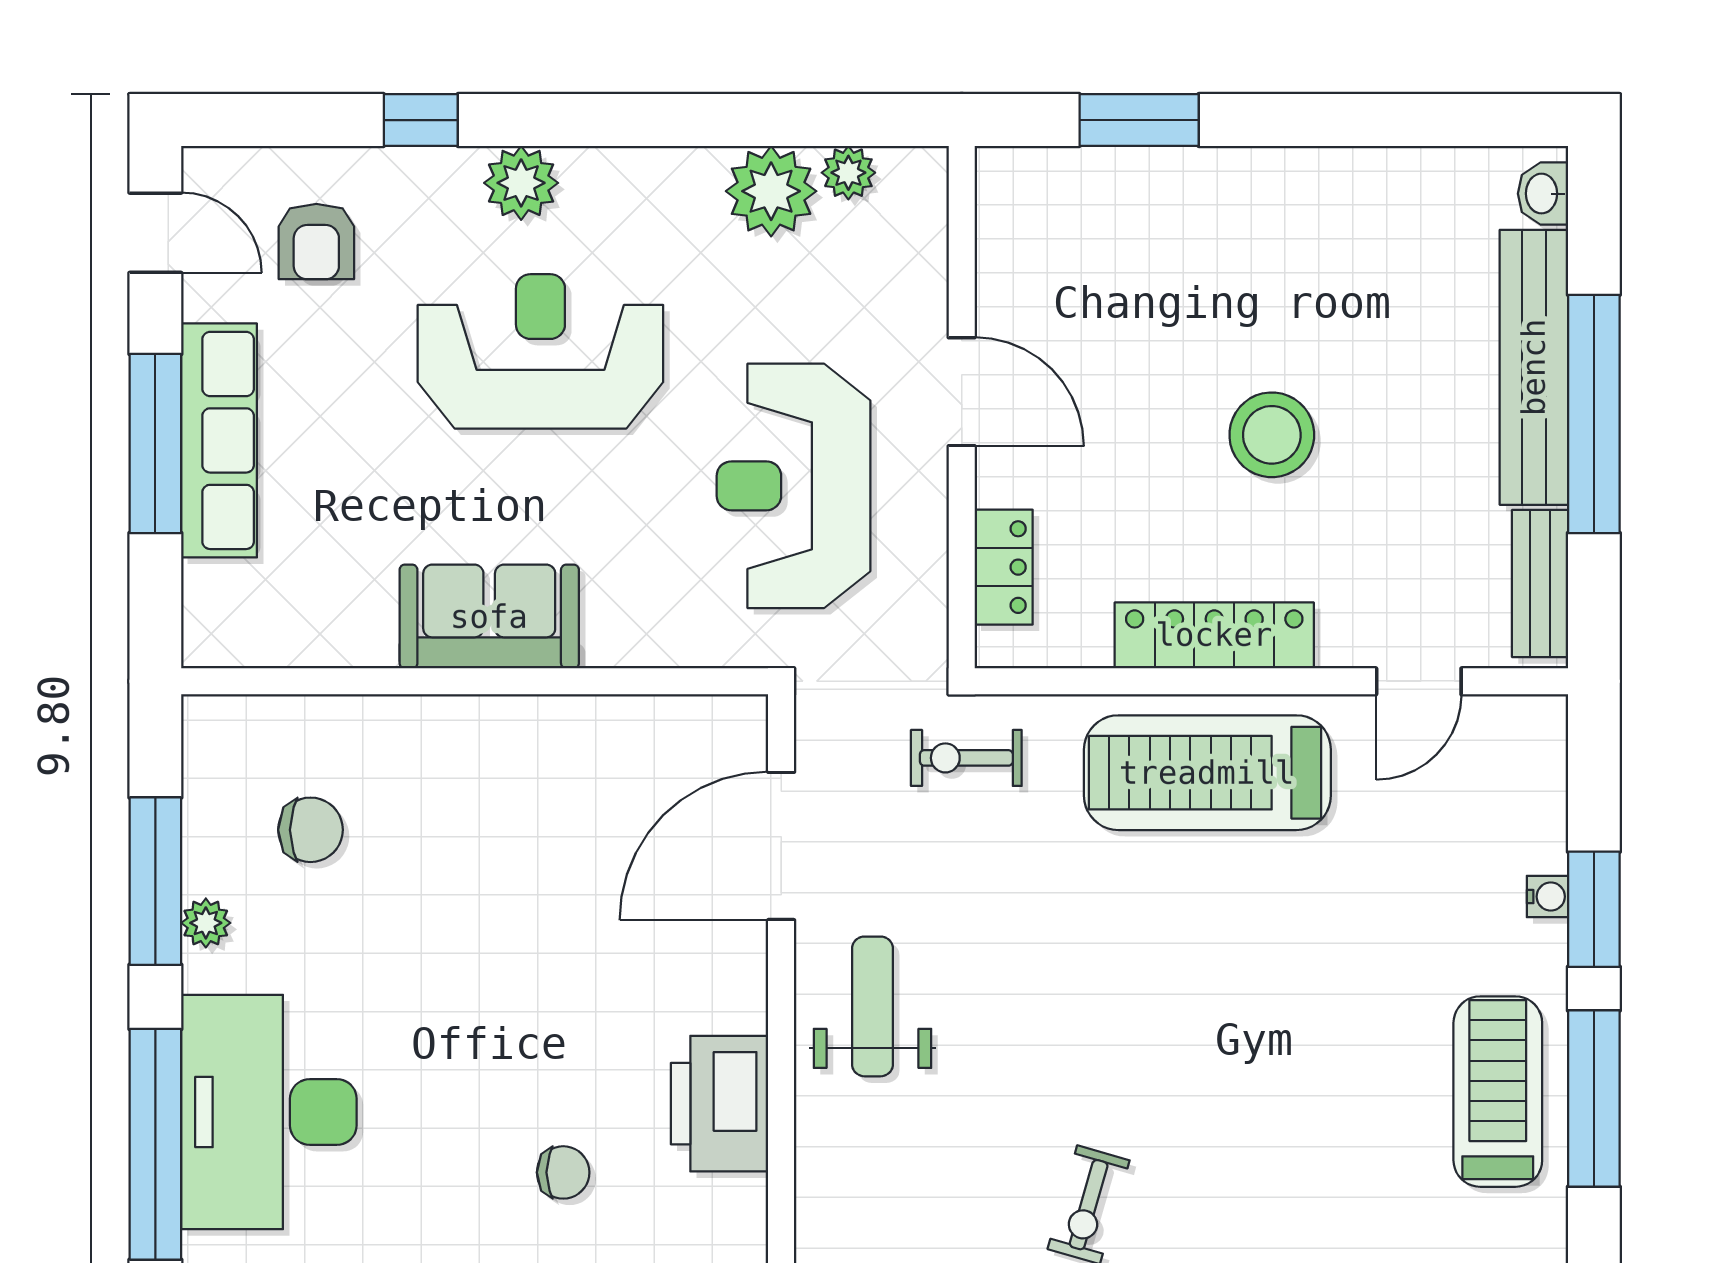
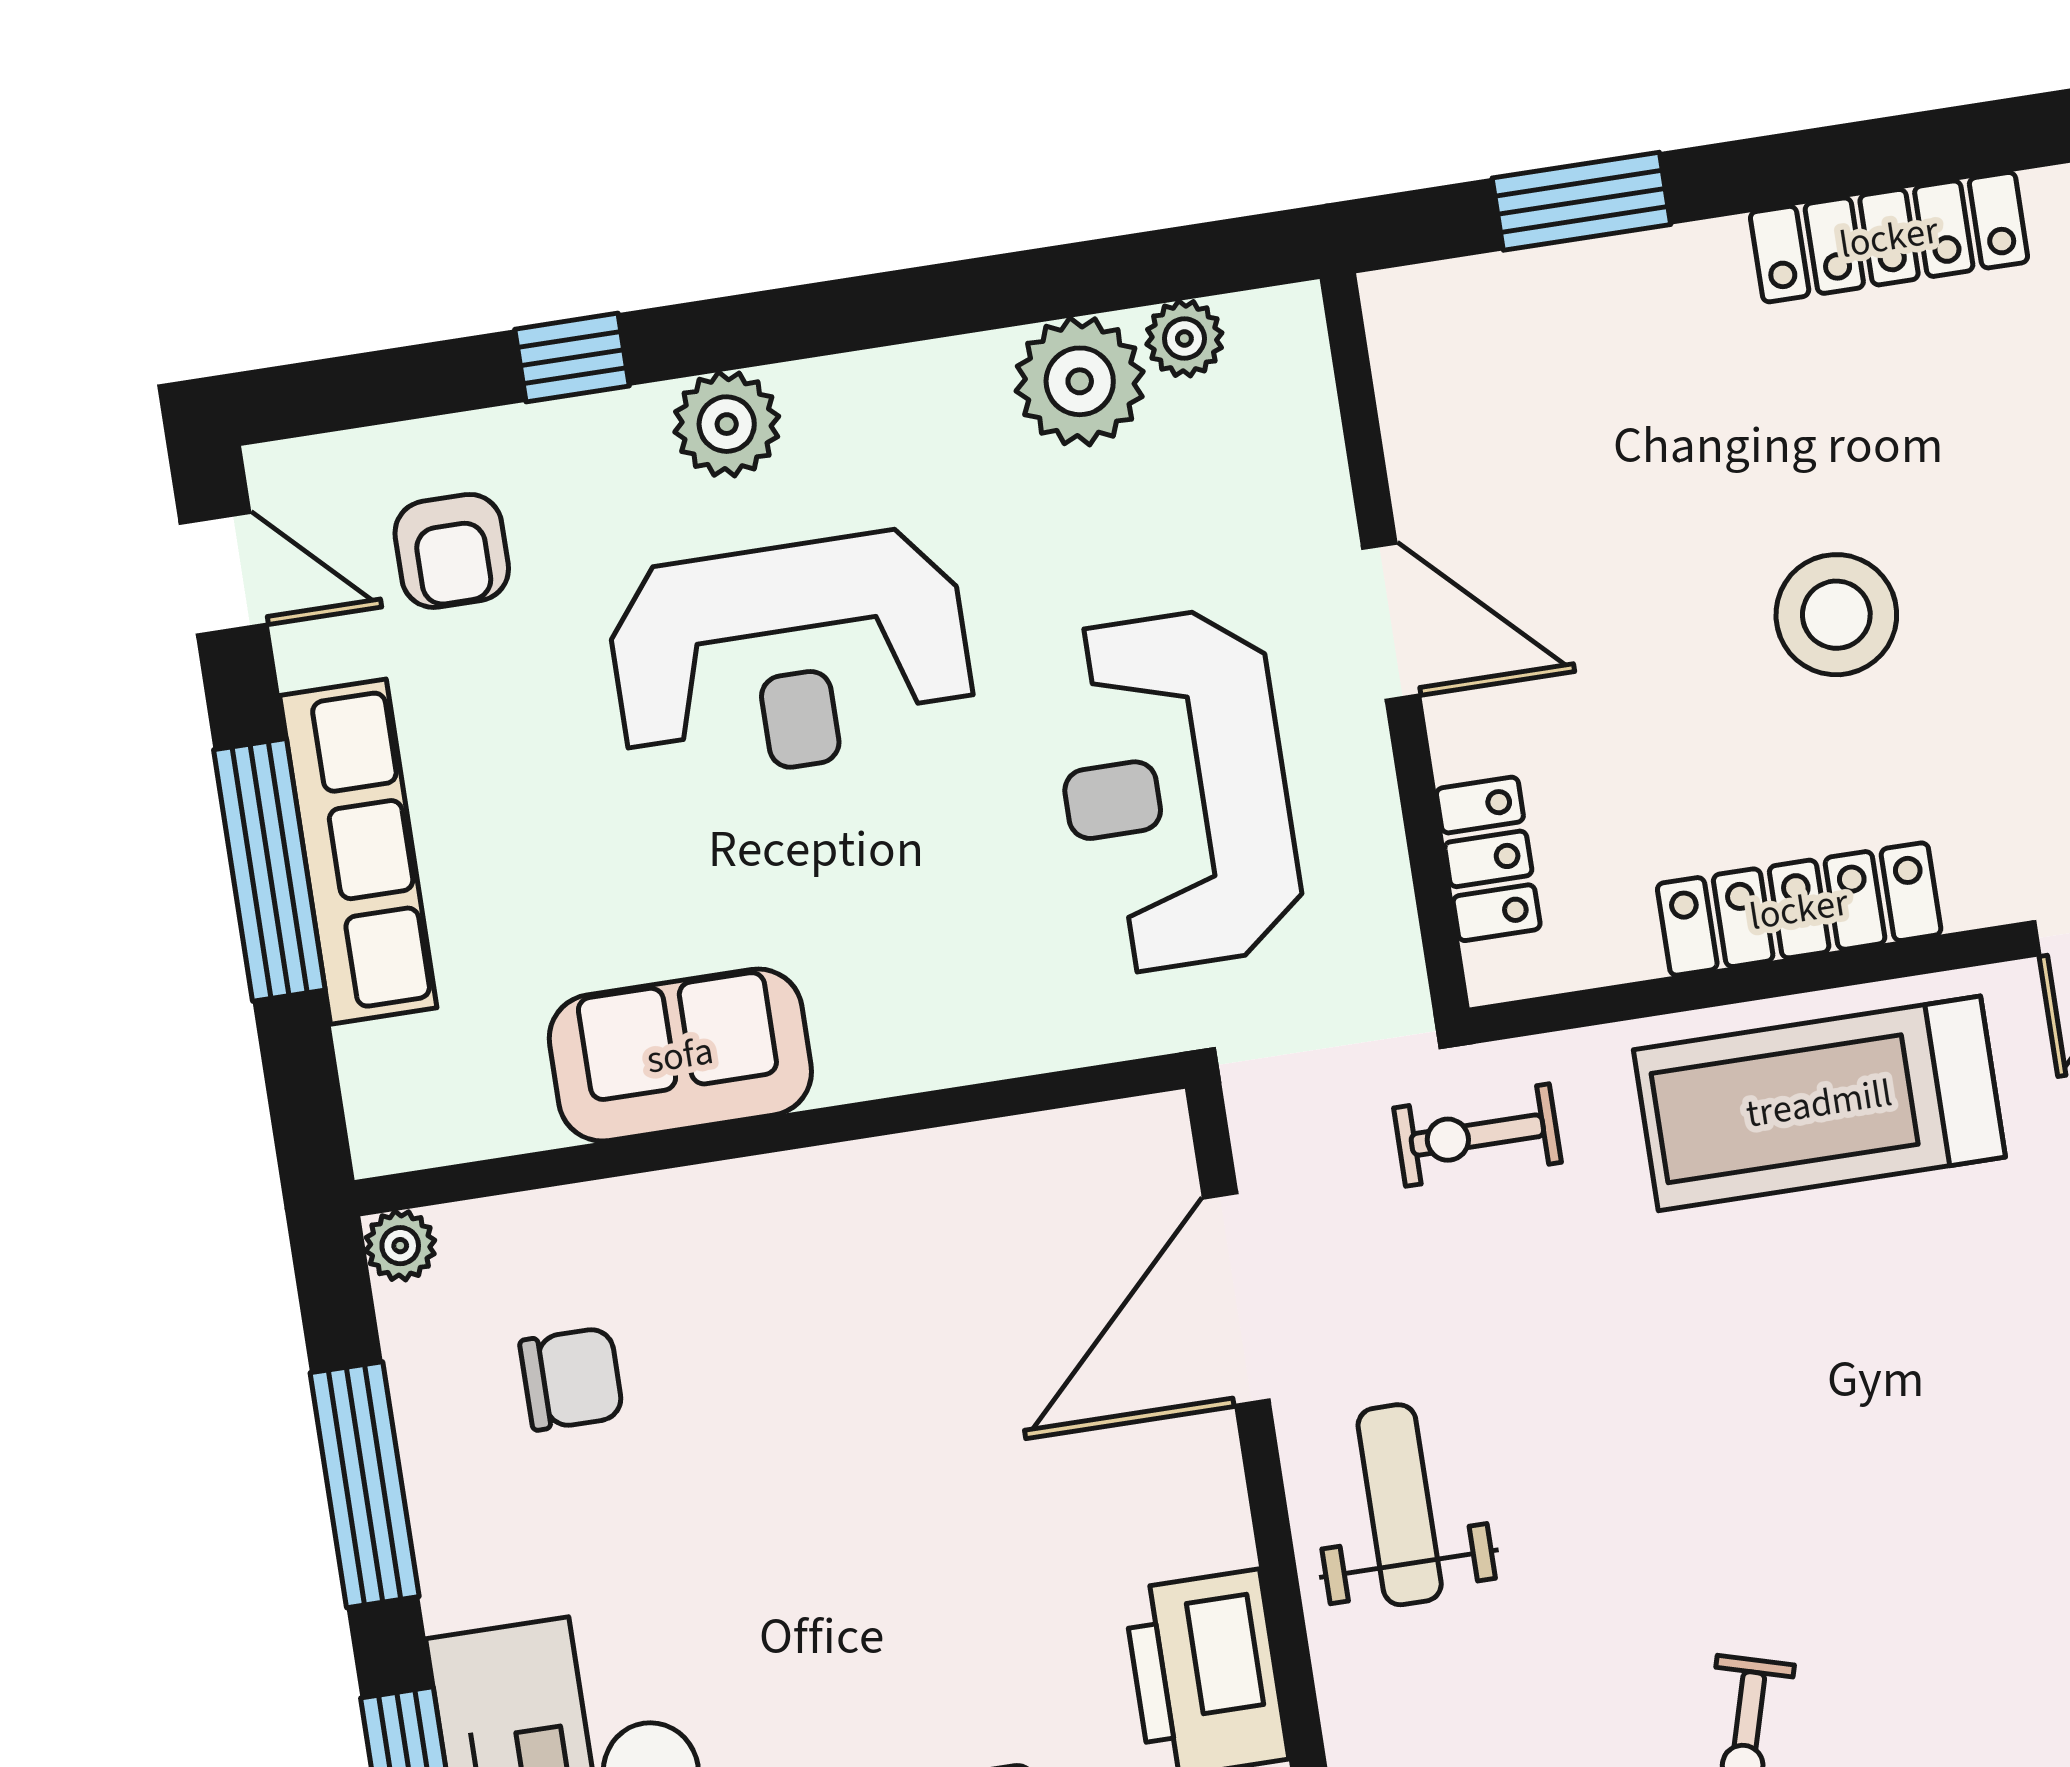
locker: (1349, 178) -> (1889, 237), added
reception desk: (540, 351) -> (790, 656), turned 180
sofa: (489, 617) -> (680, 1055), moved
plant: (206, 923) -> (400, 1246), moved

